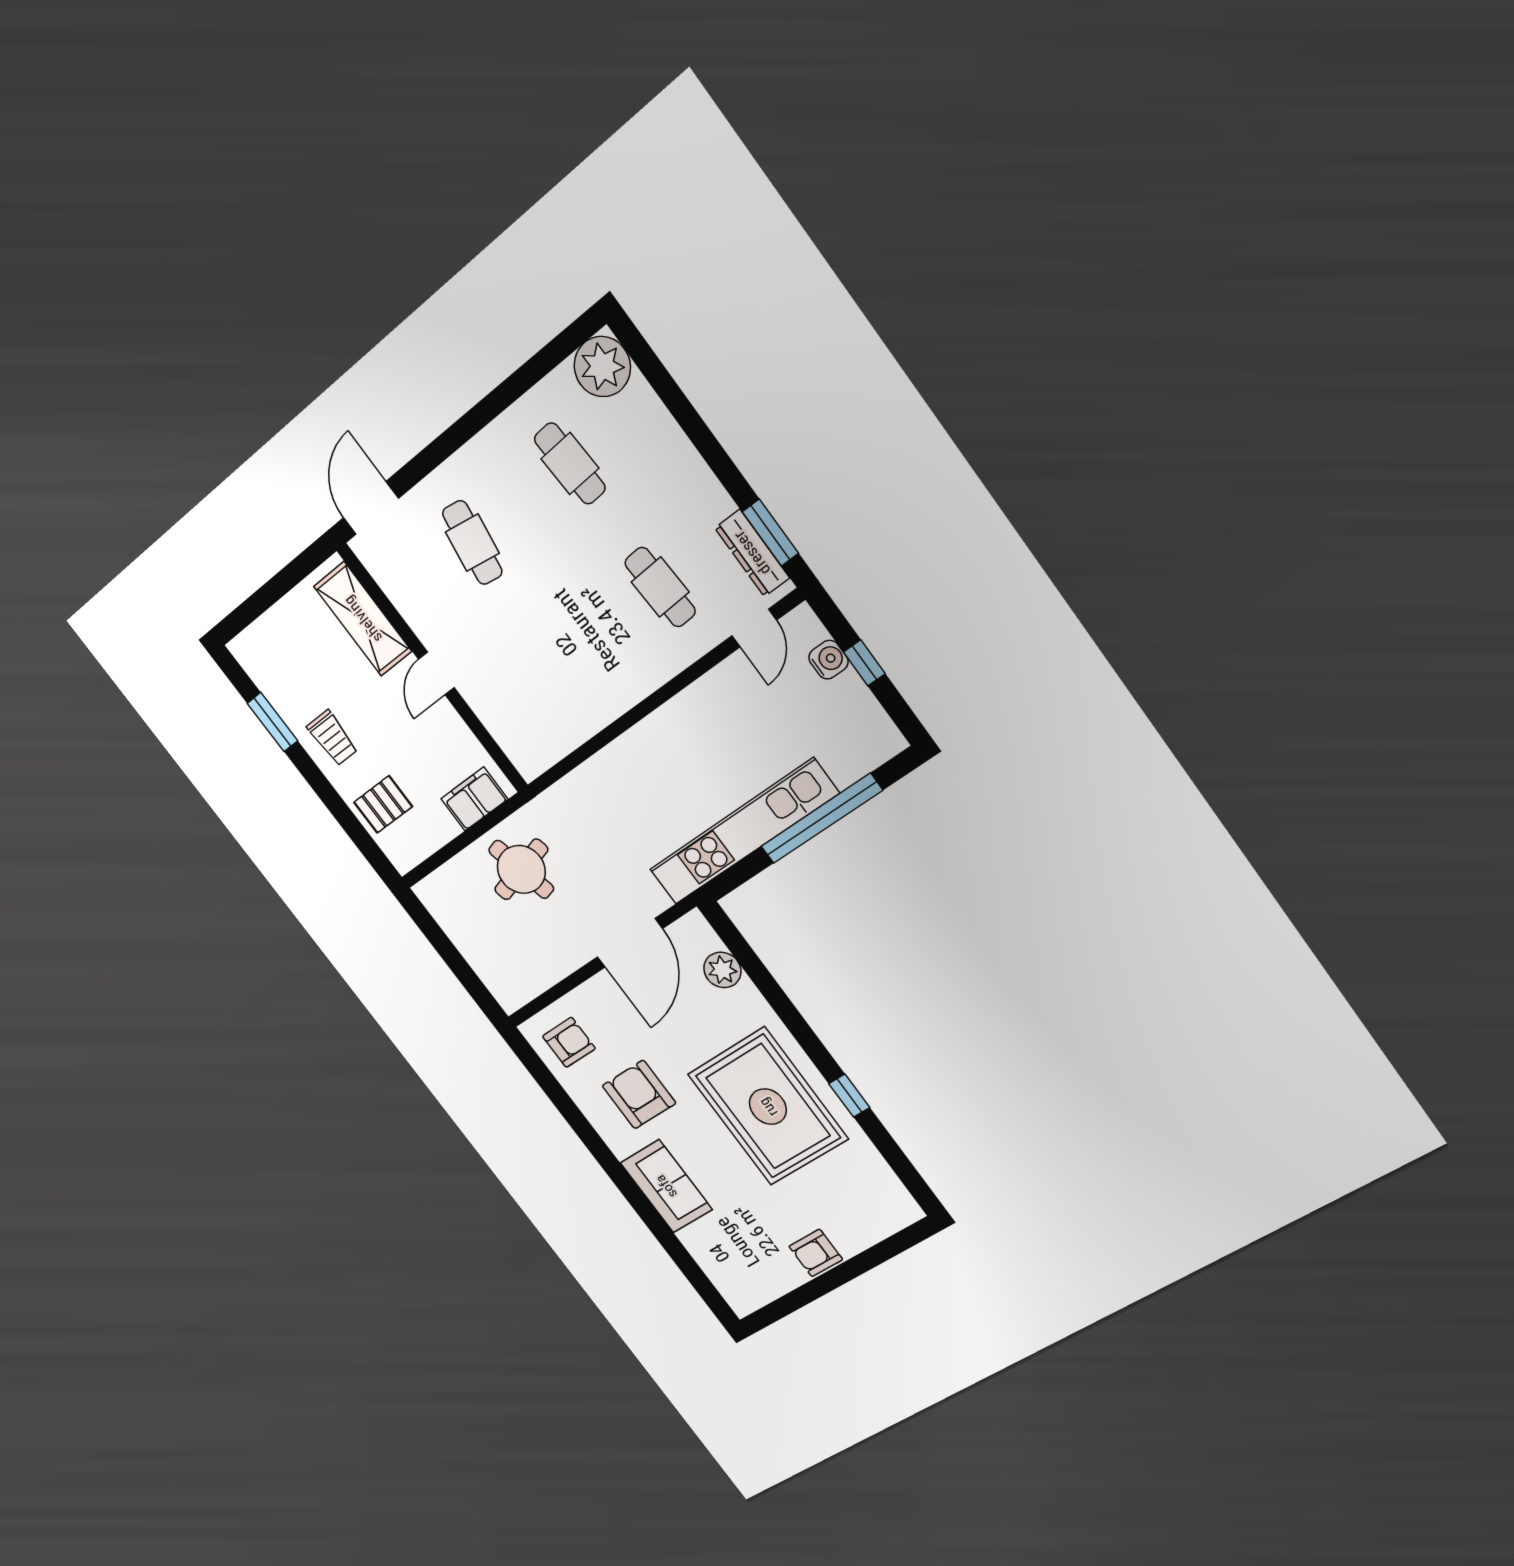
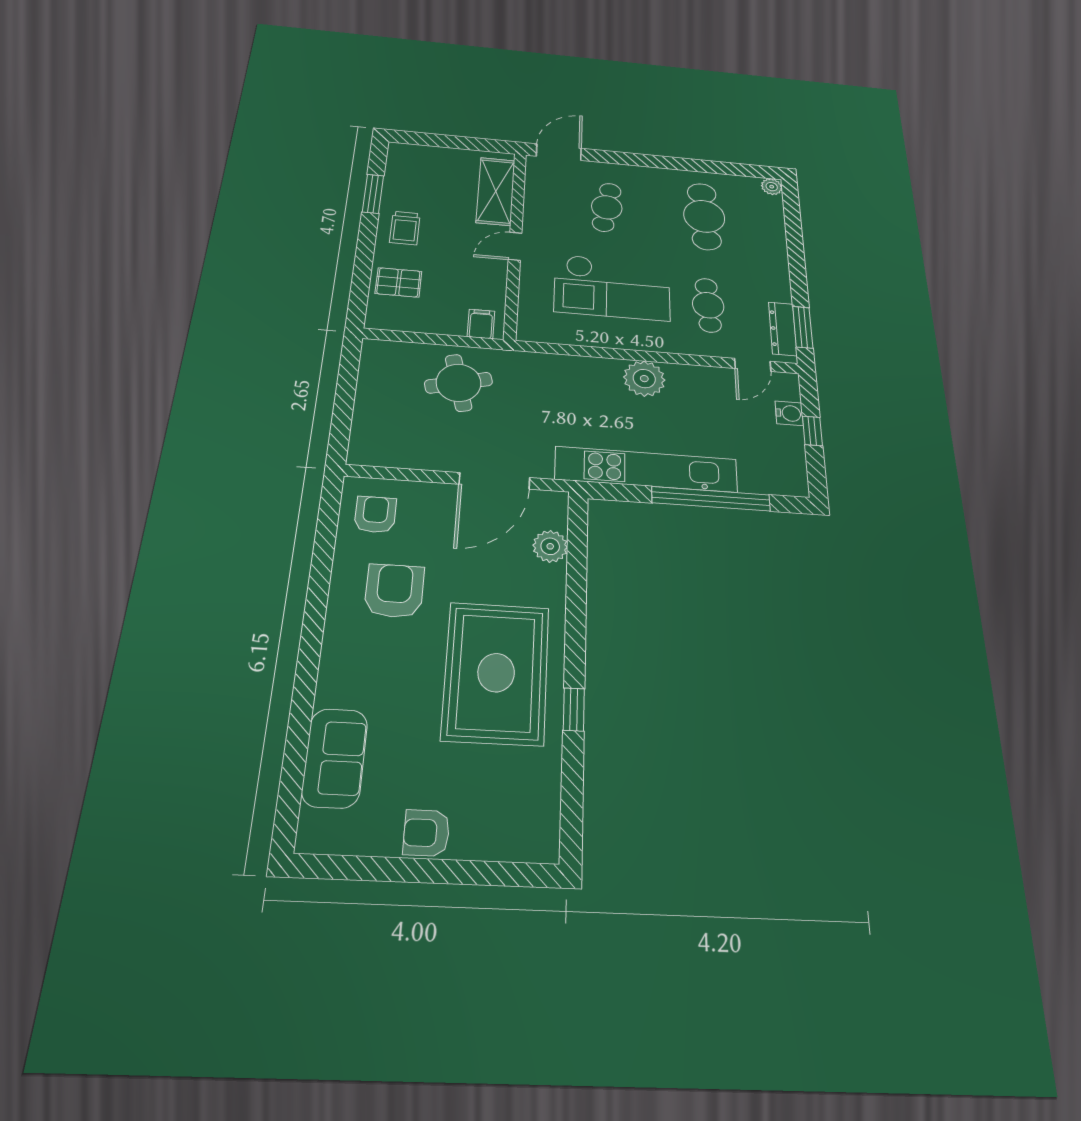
plant: (602, 367) -> (772, 187), width x0.53, depth x0.53
cafe table: (570, 463) -> (704, 216), width x1.37, depth x1.35
checkout: (558, 646) -> (612, 287), added
plant: (668, 732) -> (644, 379), added
filing cabinet: (474, 799) -> (481, 324), width x0.50
armchair: (569, 1042) -> (375, 515), turned -90
sofa: (666, 1186) -> (335, 758), moved

